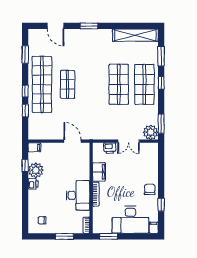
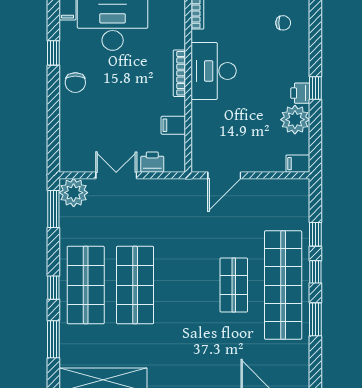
window: (25, 55) -> (315, 319), moved
door: (72, 141) -> (224, 175), hinge flipped
window: (25, 166) -> (315, 88), moved
filing cabinet: (99, 172) -> (173, 125), width x0.50

